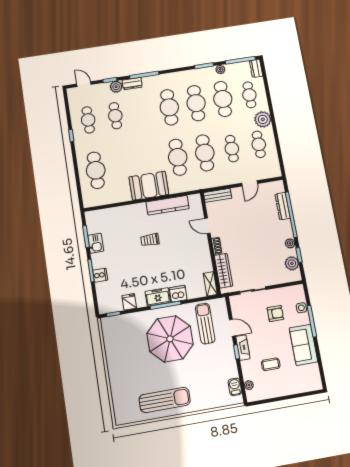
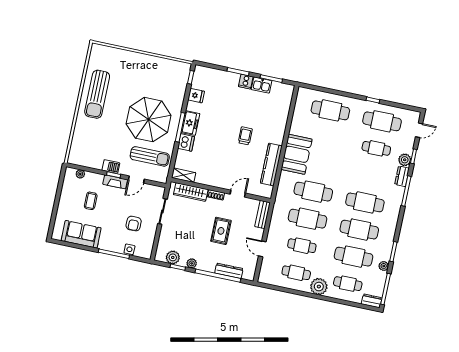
cafe table: (88, 120) -> (382, 121), width x1.37, depth x1.35
rug: (248, 228) -> (221, 231), added
cooker: (100, 275) -> (246, 82), moved
sofa: (304, 345) -> (81, 234), moved
barbecue: (235, 387) -> (111, 167), moved

